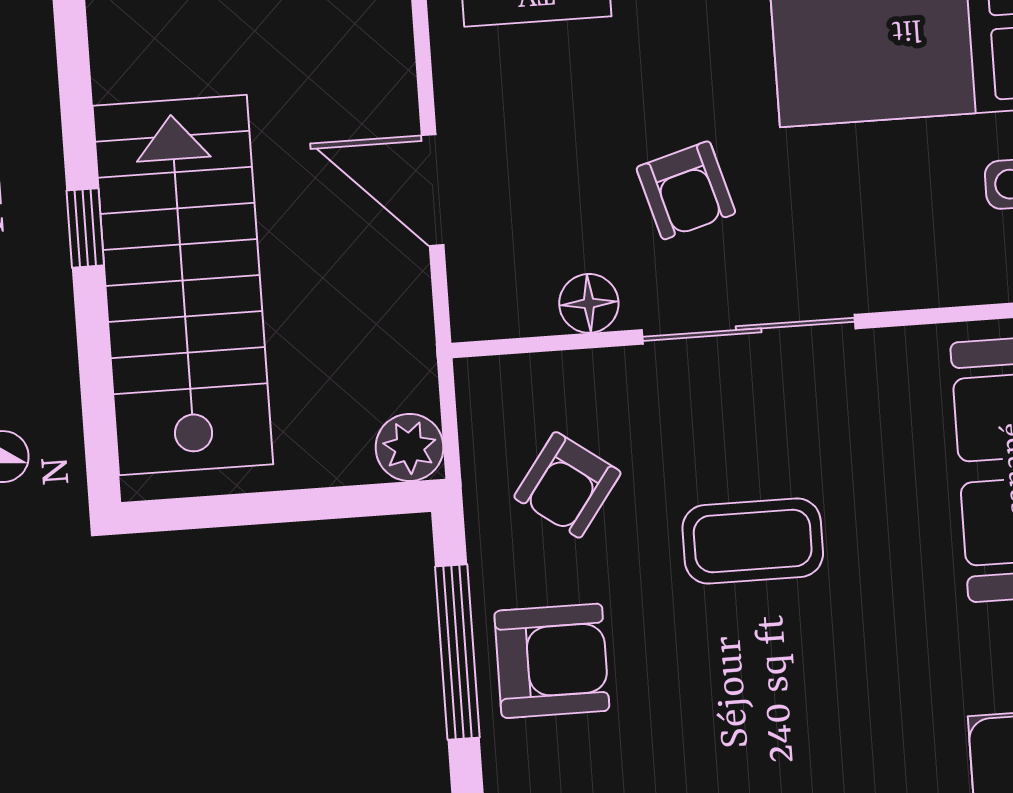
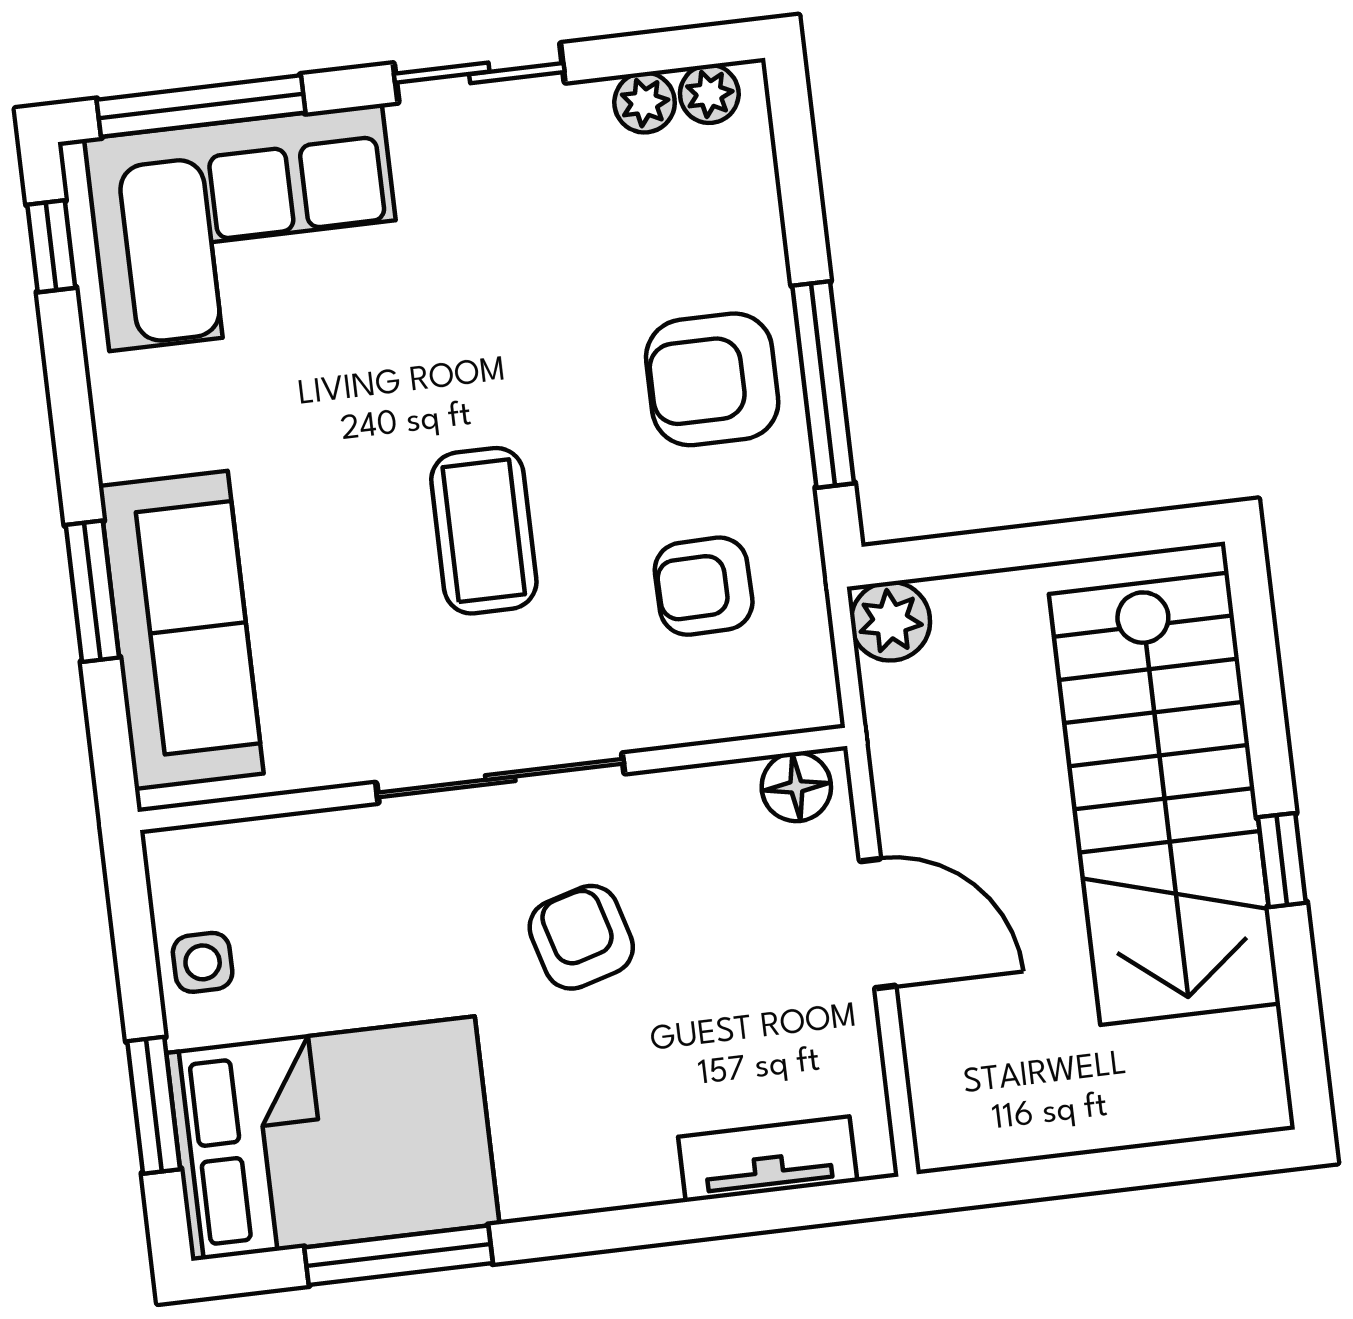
floor lamp: (589, 303) -> (796, 787), moved
armchair: (567, 485) -> (704, 586), turned -127
coffee table: (753, 541) -> (484, 531), turned 90

